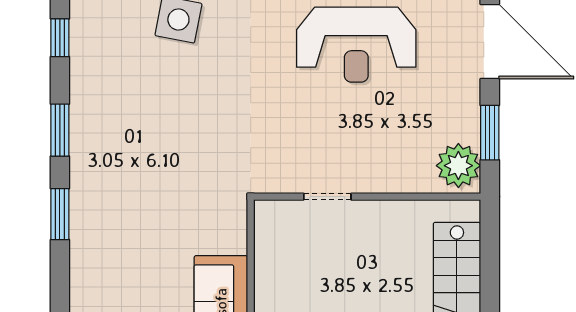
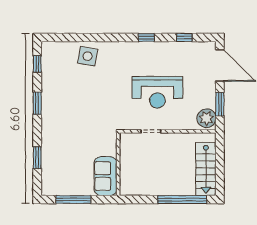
reception desk: (356, 45) -> (157, 92), moved
window: (60, 214) -> (37, 158), moved

